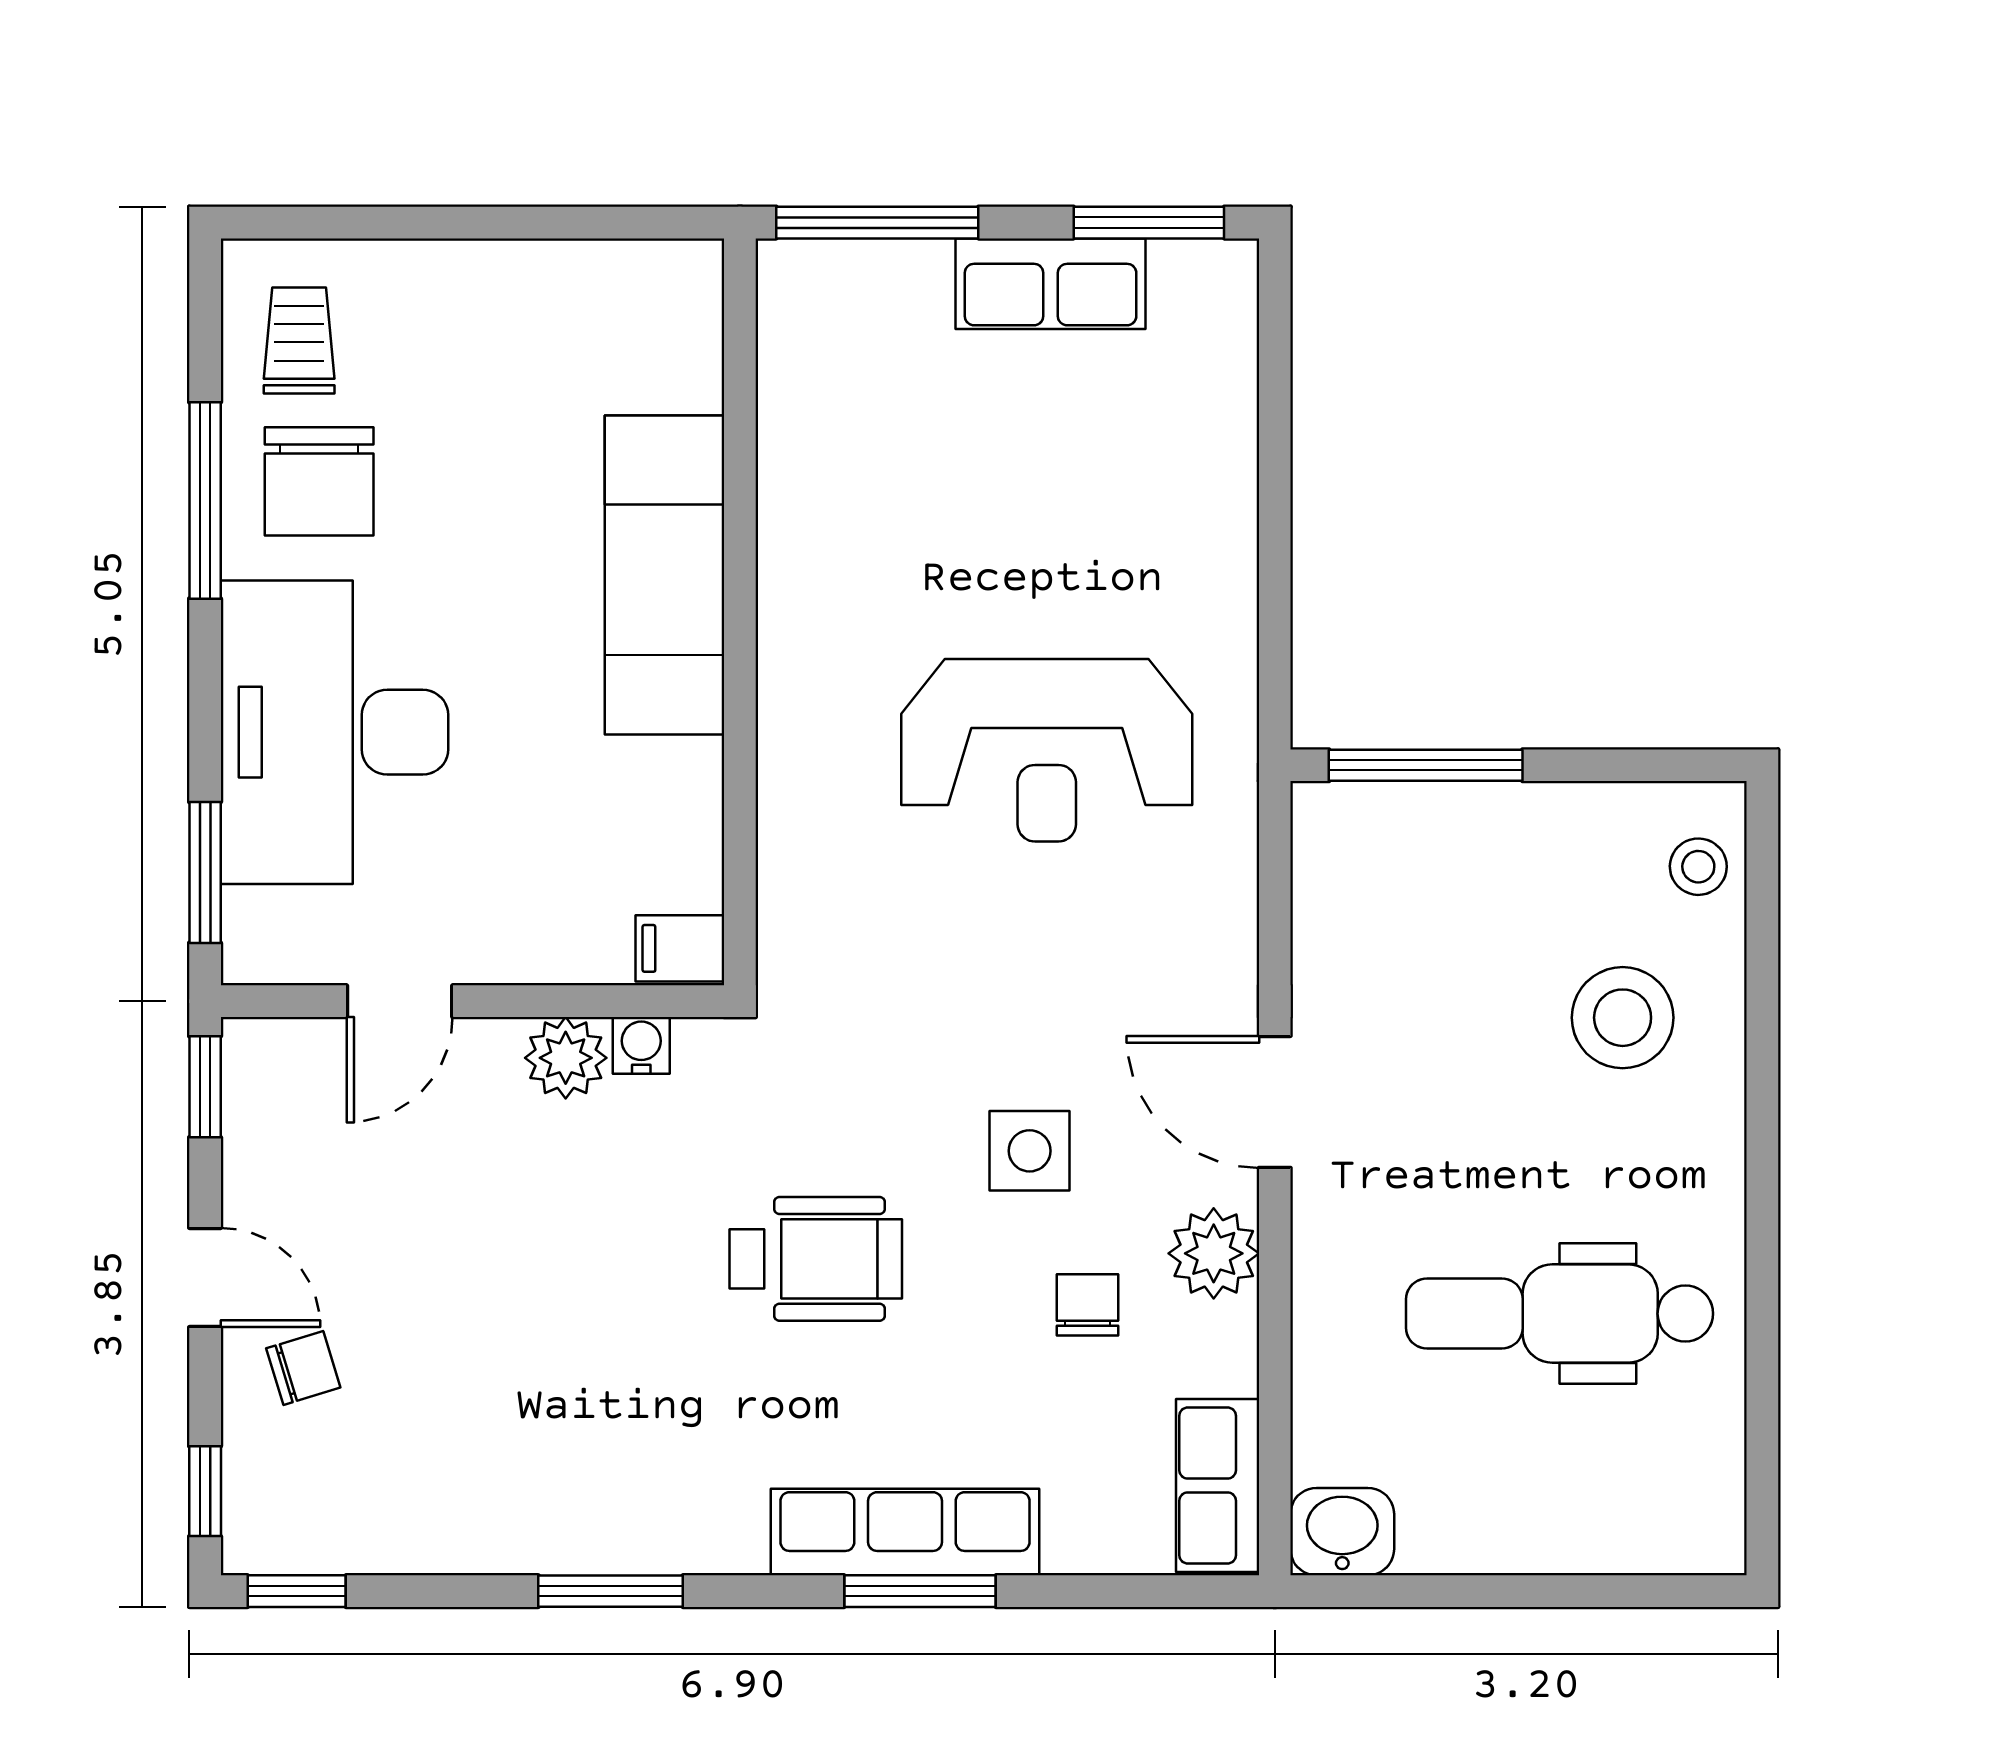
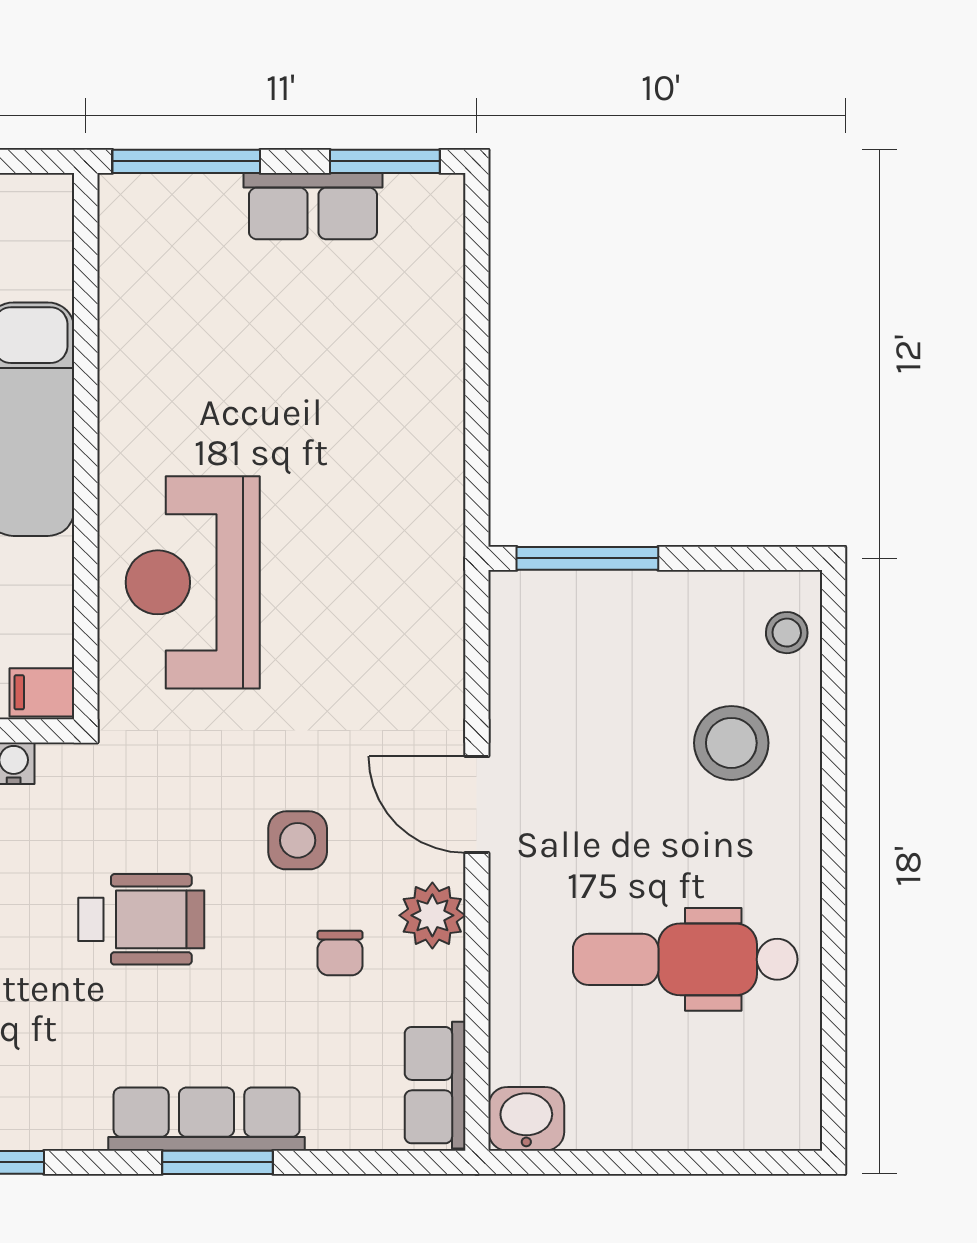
reception desk: (1047, 750) -> (193, 582), moved, turned 90
chair: (1088, 1305) -> (340, 953), turned 180

